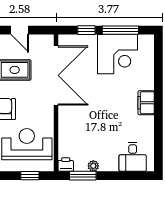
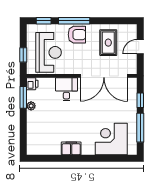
corner desk: (117, 54) -> (111, 139), moved, turned 90
filing cabinet: (146, 103) -> (71, 148), moved
desk: (133, 157) -> (66, 89), moved, turned 90

